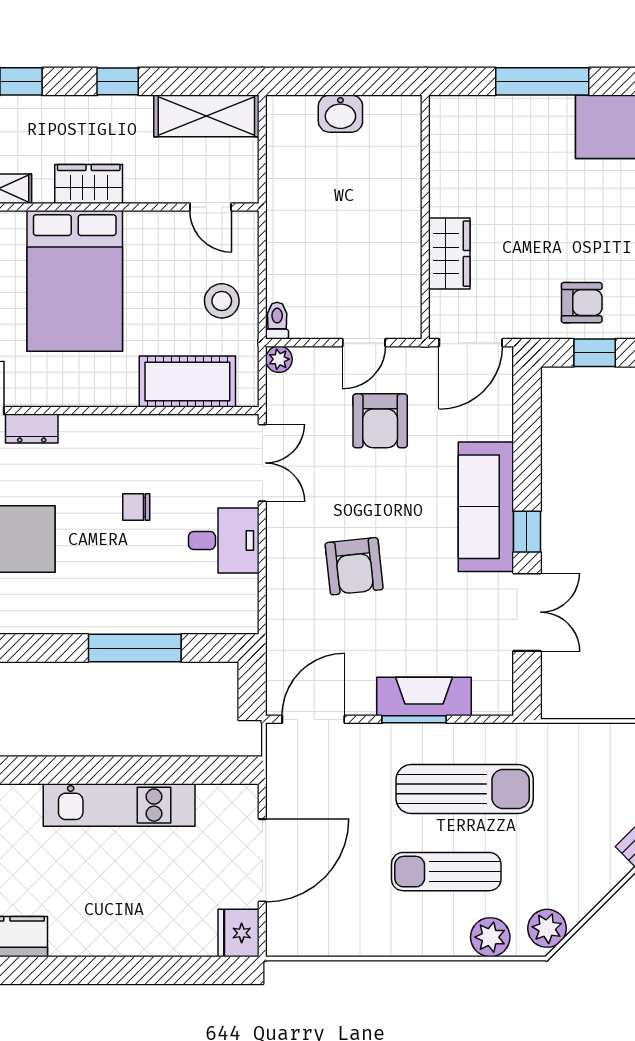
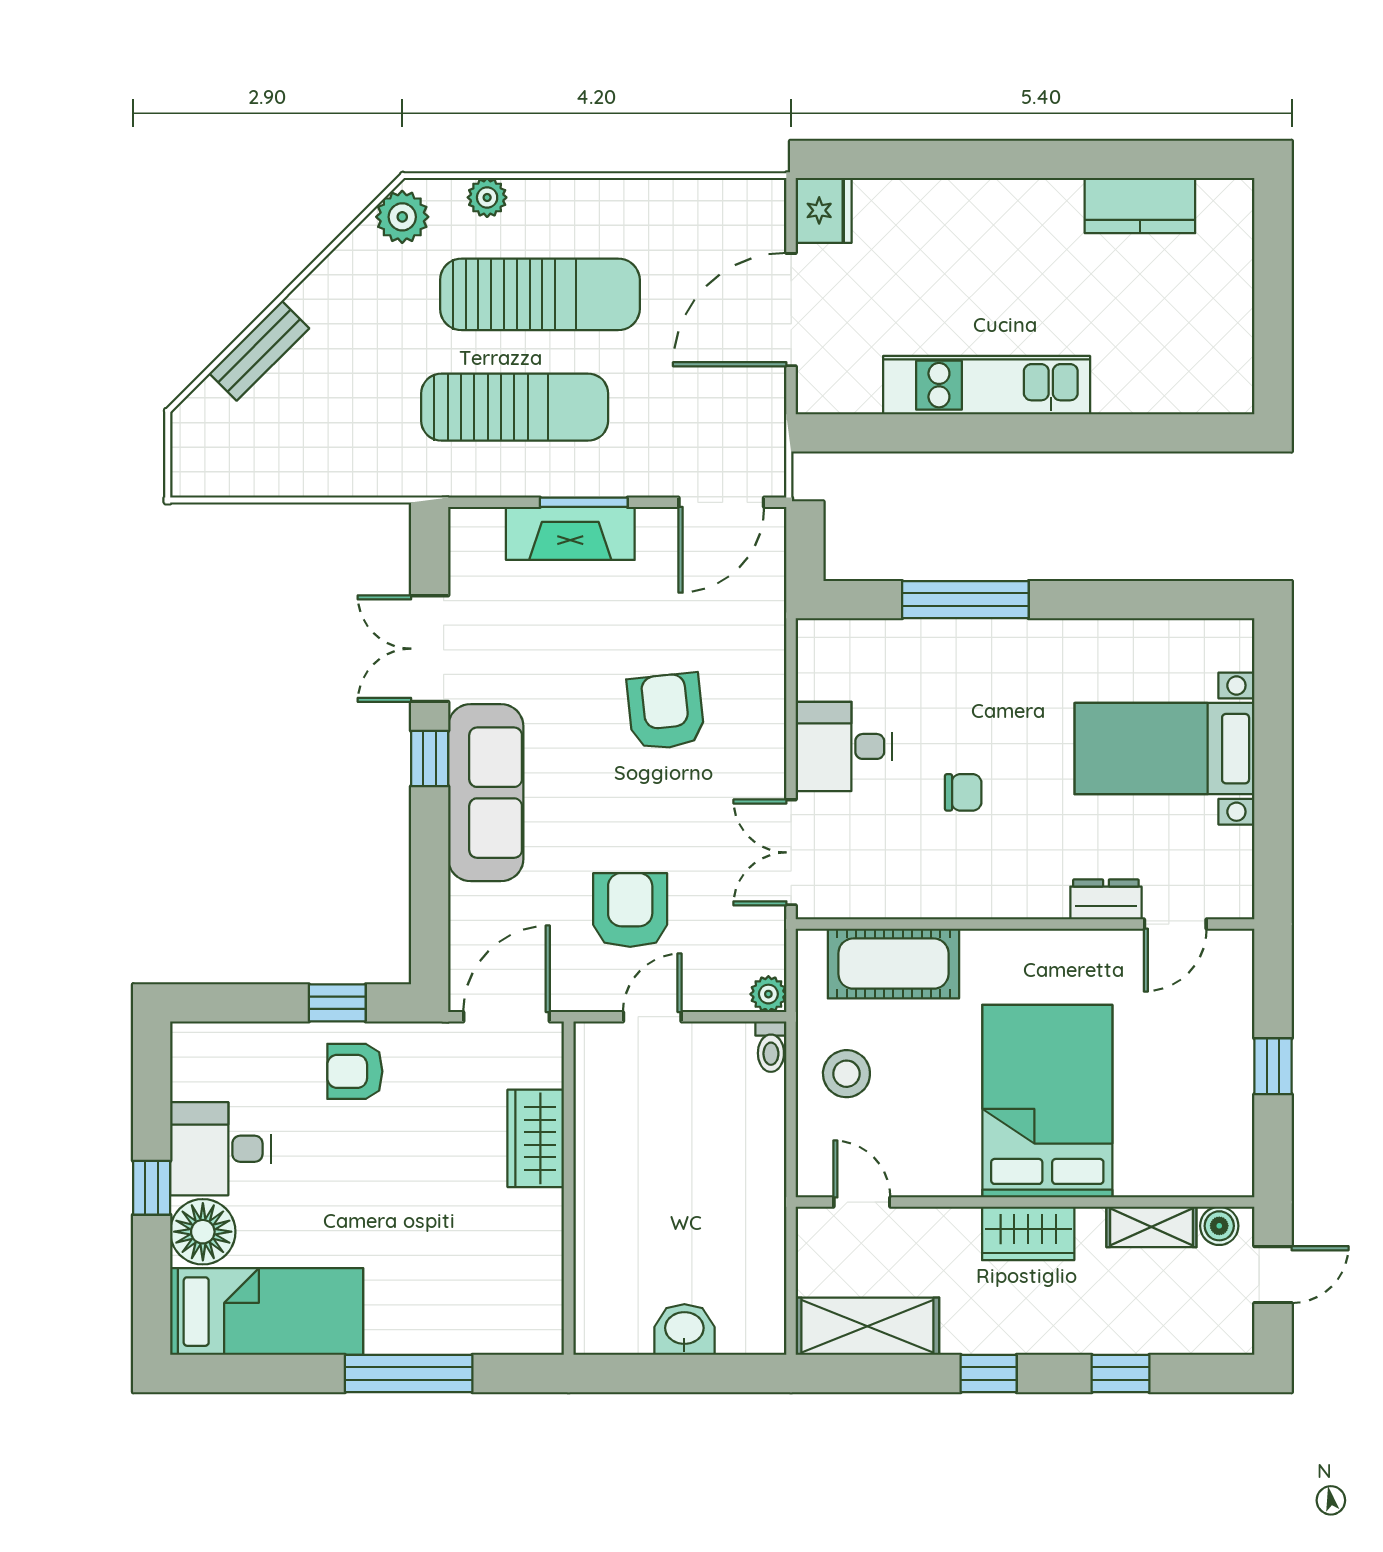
sun lounger: (465, 789) -> (515, 407), turned 180
sun lounger: (446, 872) -> (540, 294), width x1.36, depth x1.34
plant: (490, 937) -> (487, 197), width x0.73, depth x0.73

